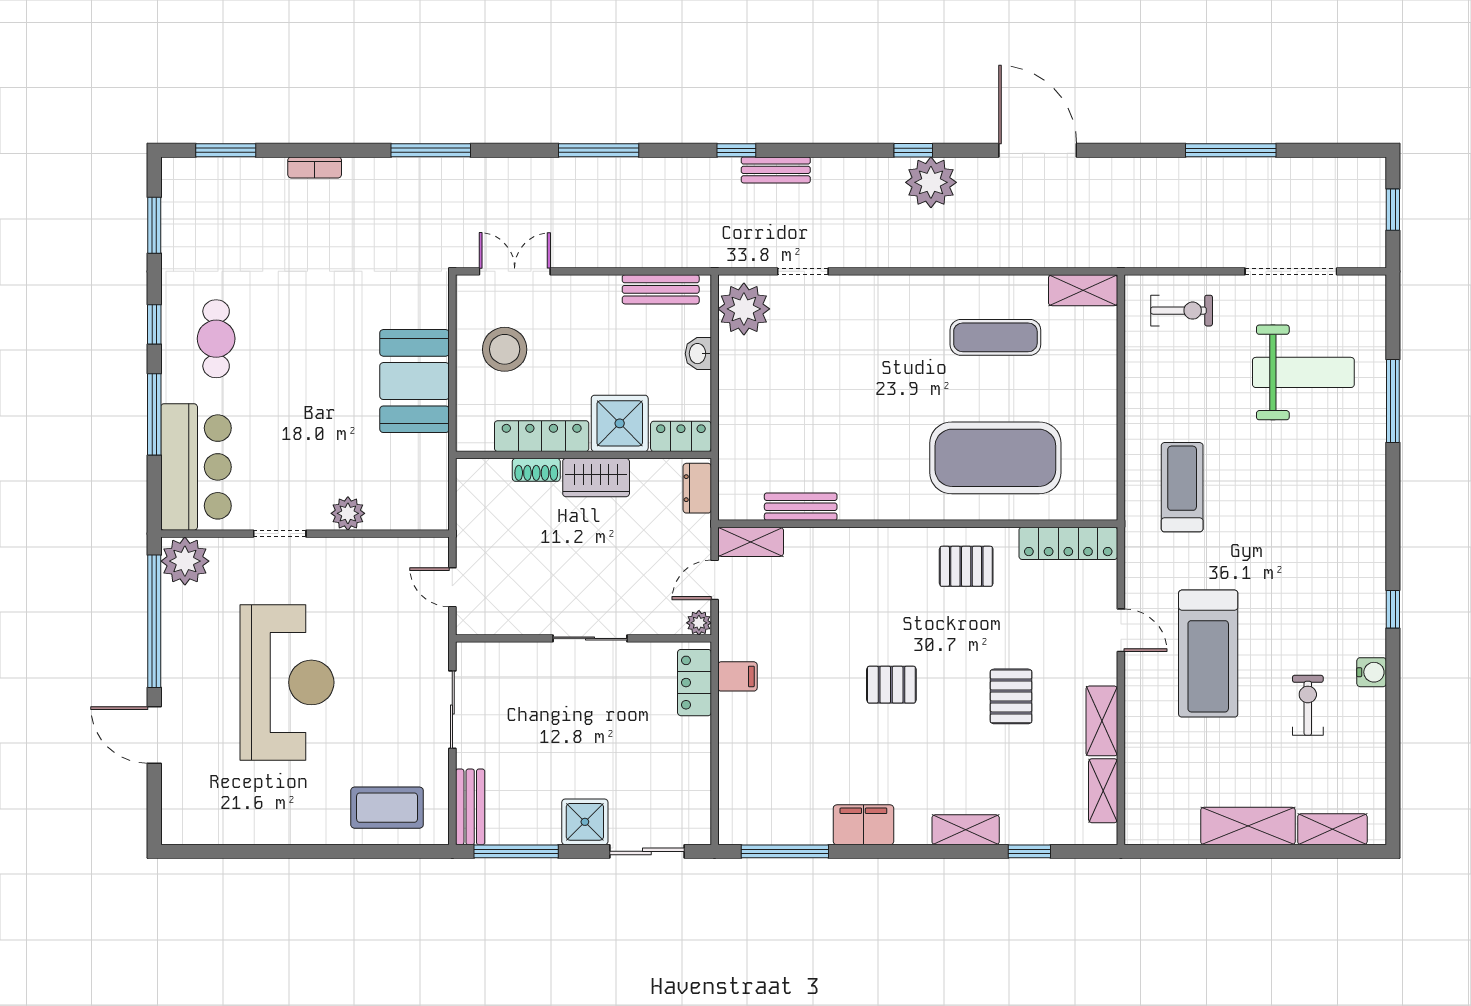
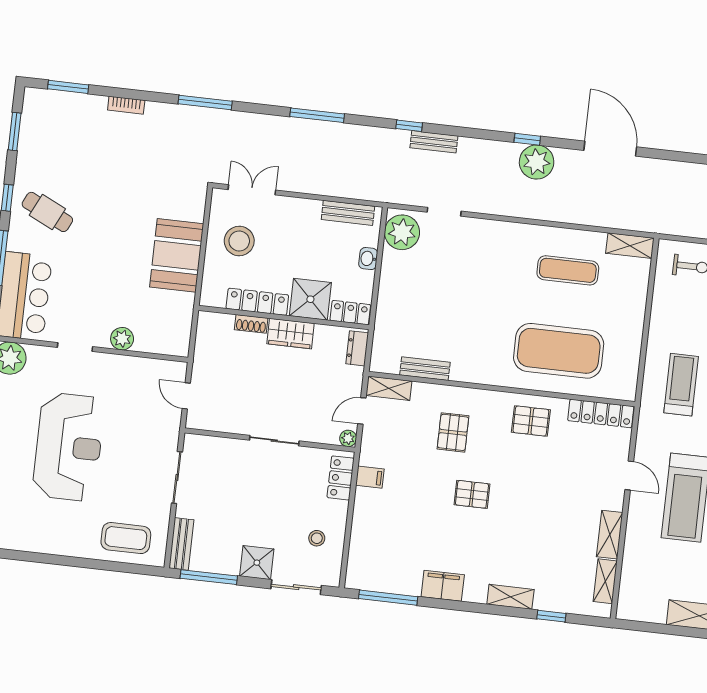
cafe table: (216, 339) -> (47, 212), turned -64
pallet: (1011, 696) -> (453, 432), moved
stool: (669, 776) -> (317, 538), added

